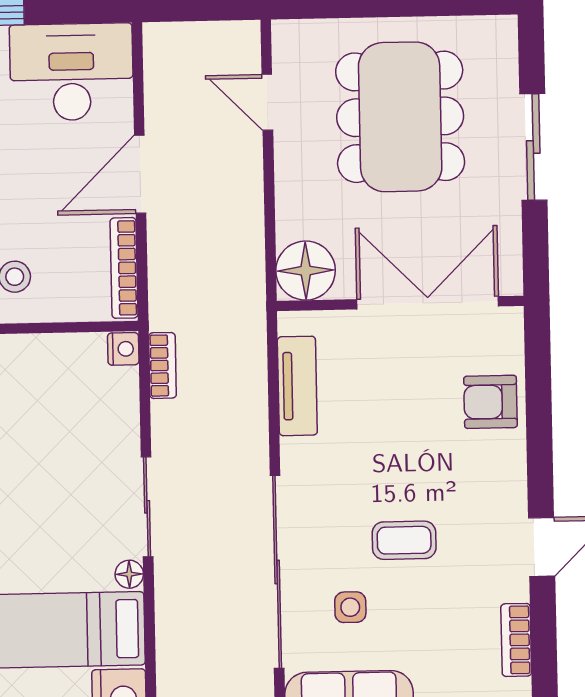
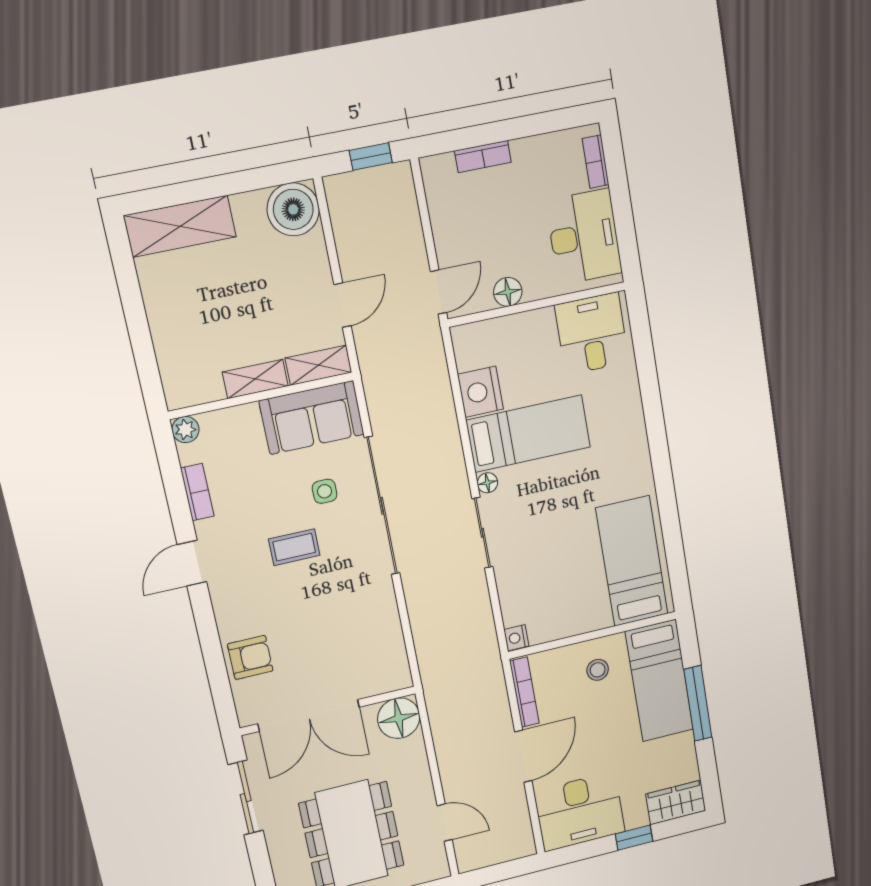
sliding door: (533, 147) -> (246, 798), moved
bookcase: (162, 365) -> (487, 632), removed
tv unit: (297, 386) -> (391, 639), removed

